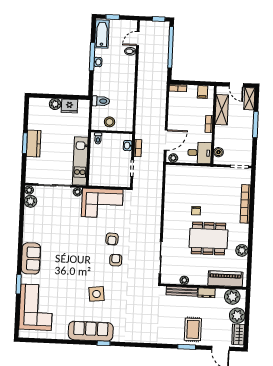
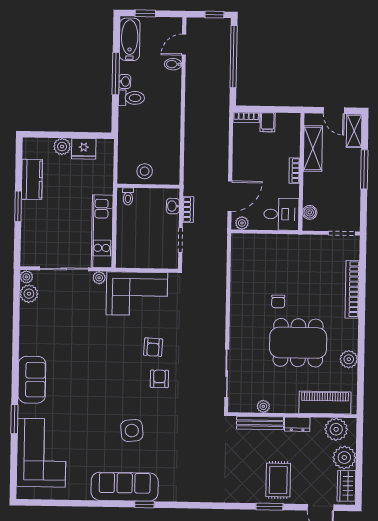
filing cabinet: (203, 92) -> (268, 122), moved
toilet: (101, 101) -> (131, 98), moved
kitchen counter: (34, 143) -> (32, 179), moved

